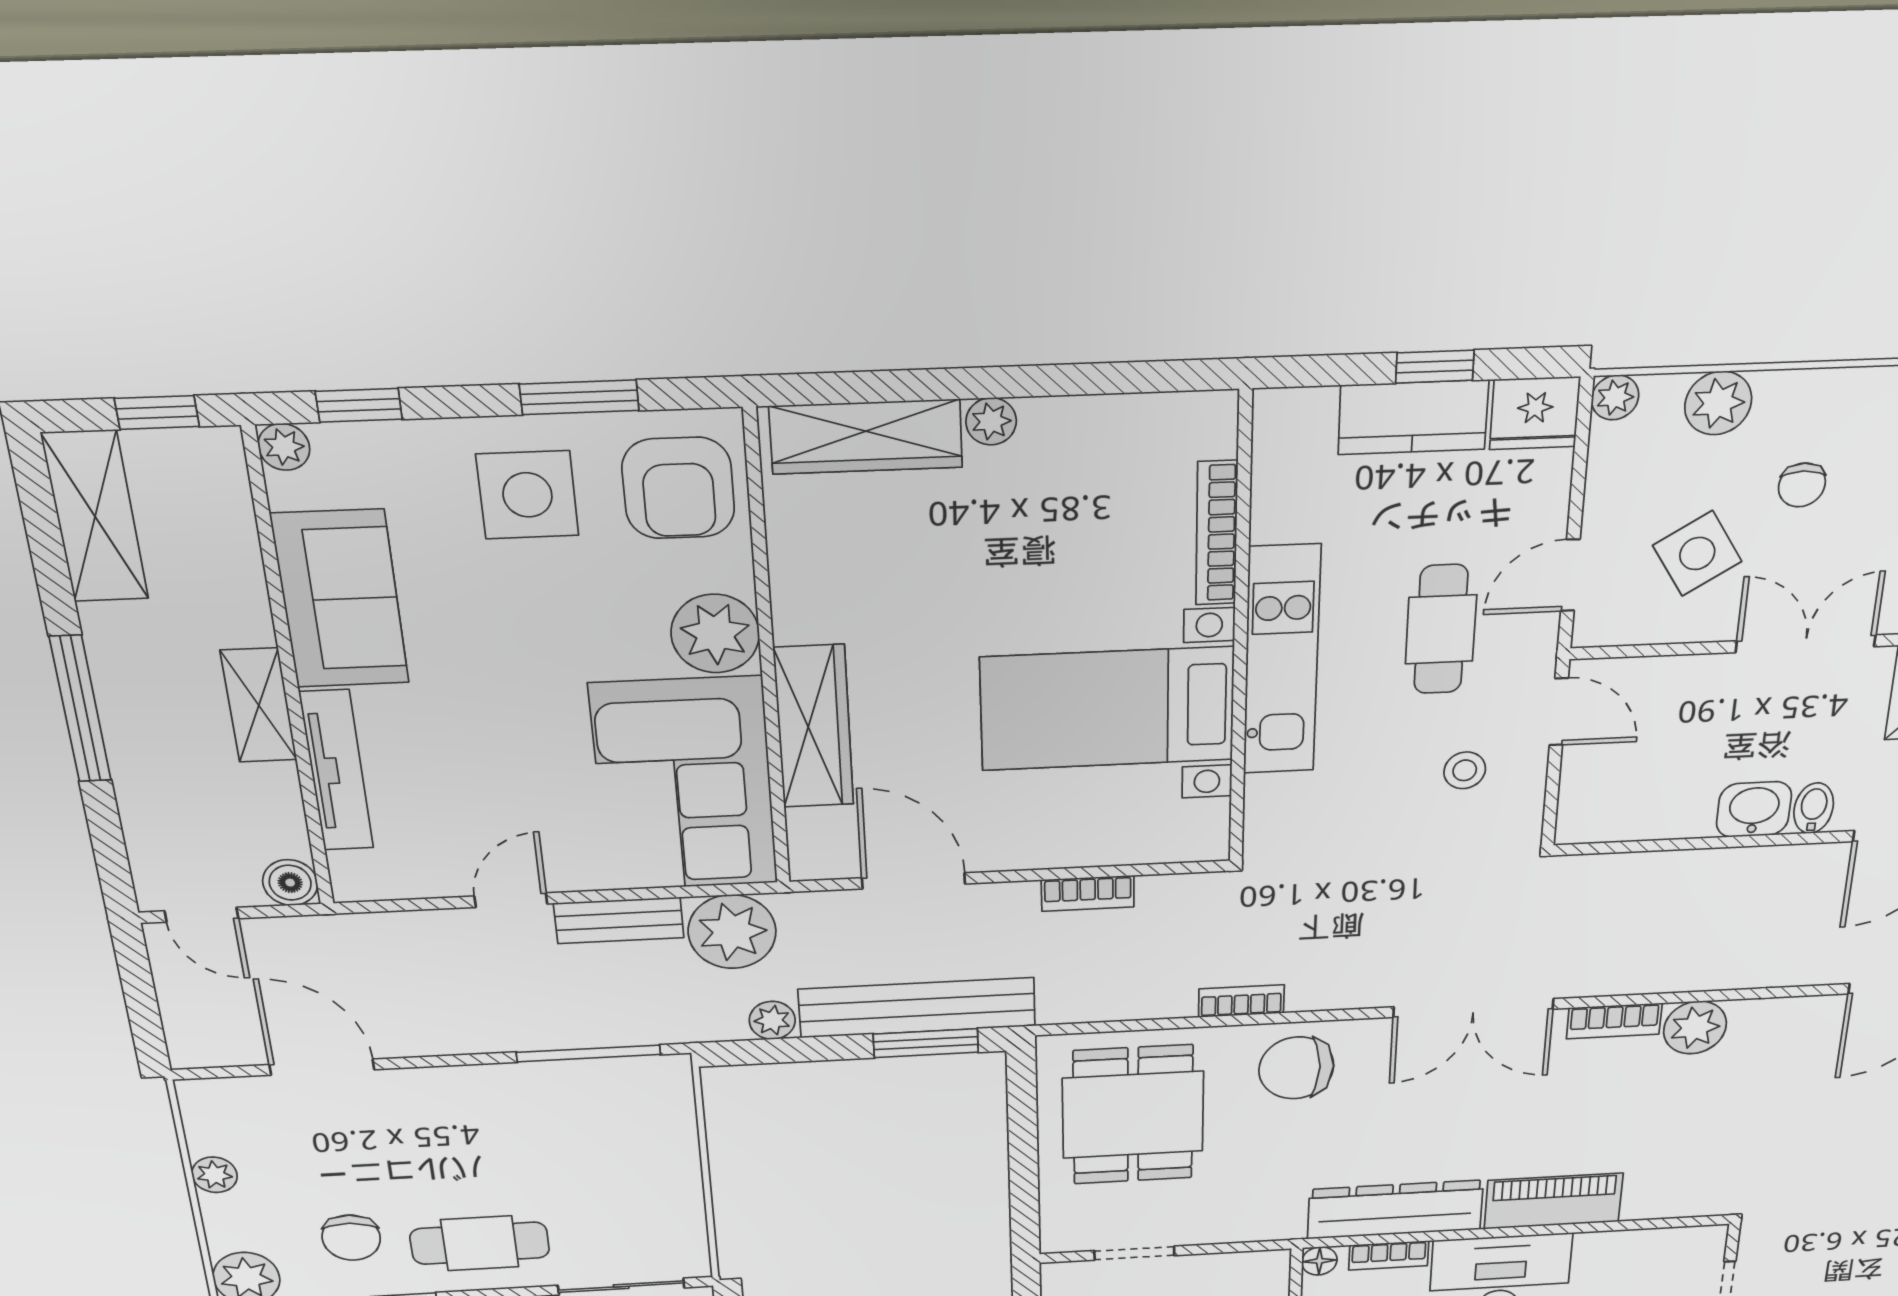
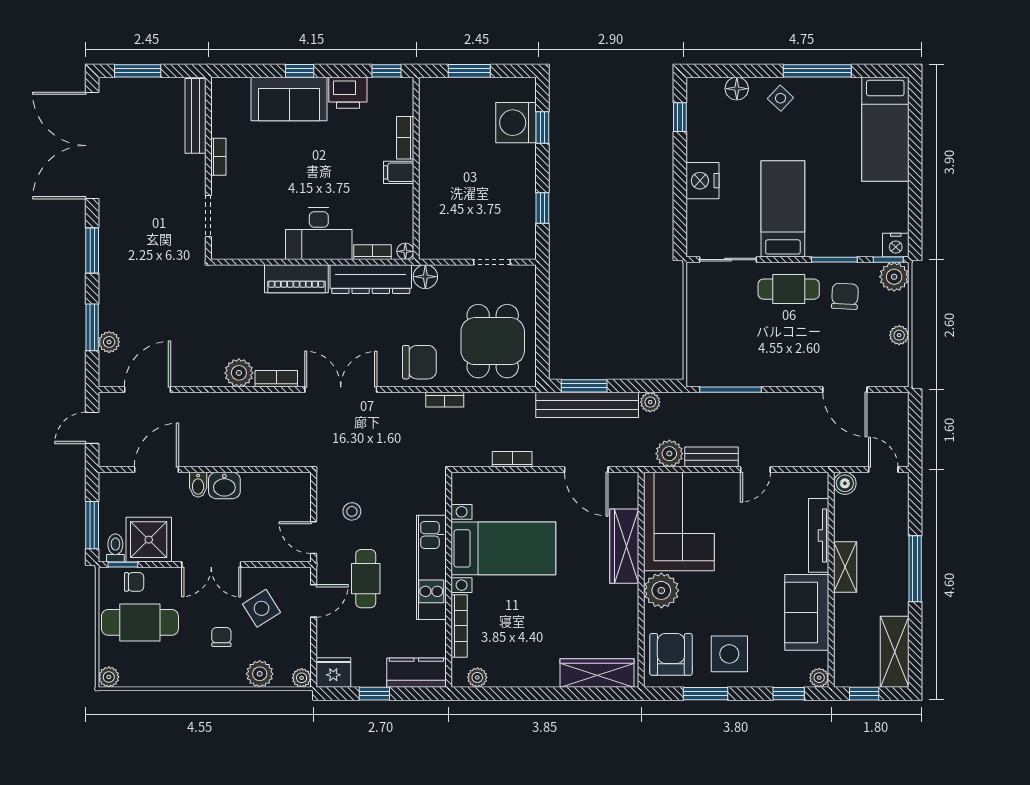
kitchen counter: (1413, 417) -> (416, 673), moved
plant: (991, 421) -> (477, 677), moved
plant: (732, 932) -> (669, 454), width x0.73, depth x0.73
floor lamp: (1278, 1220) -> (425, 277), added

